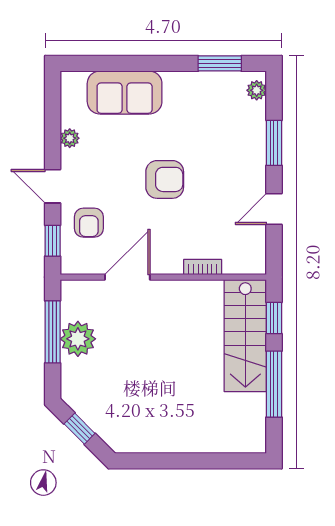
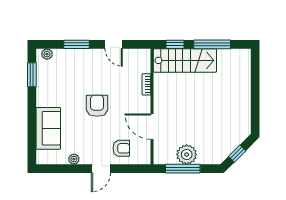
window: (53, 241) -> (132, 169), removed

